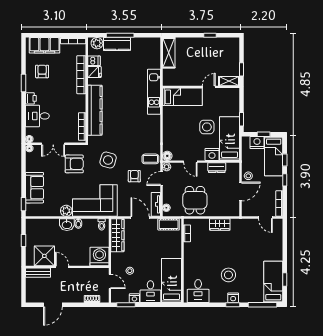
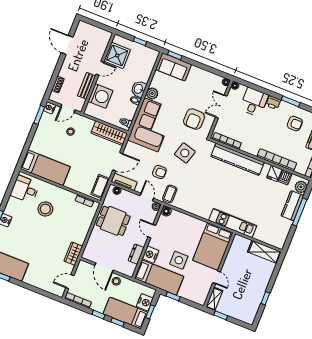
bed: (182, 97) -> (213, 246), width x1.50
door: (190, 162) -> (152, 231), hinge flipped
sofa: (35, 188) -> (174, 67), moved
wardrobe: (220, 224) -> (73, 254), moved
washing machine: (99, 257) -> (100, 96), moved
bench: (38, 273) -> (87, 86), moved
stool: (228, 275) -> (45, 209), moved
desk: (150, 292) -> (43, 143), removed
nightstand: (134, 298) -> (49, 108), moved

